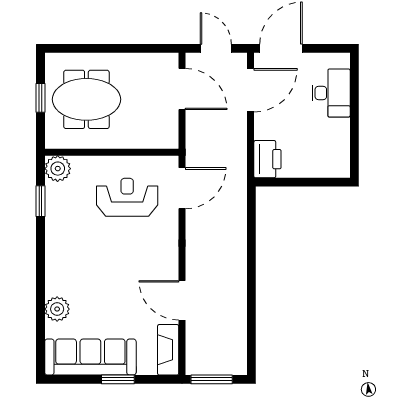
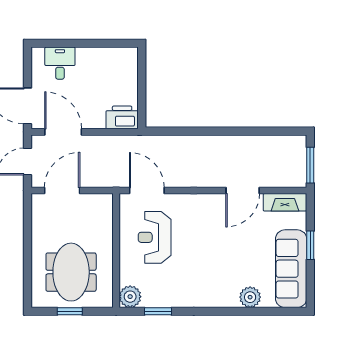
desk: (331, 93) -> (60, 63), width x0.73

